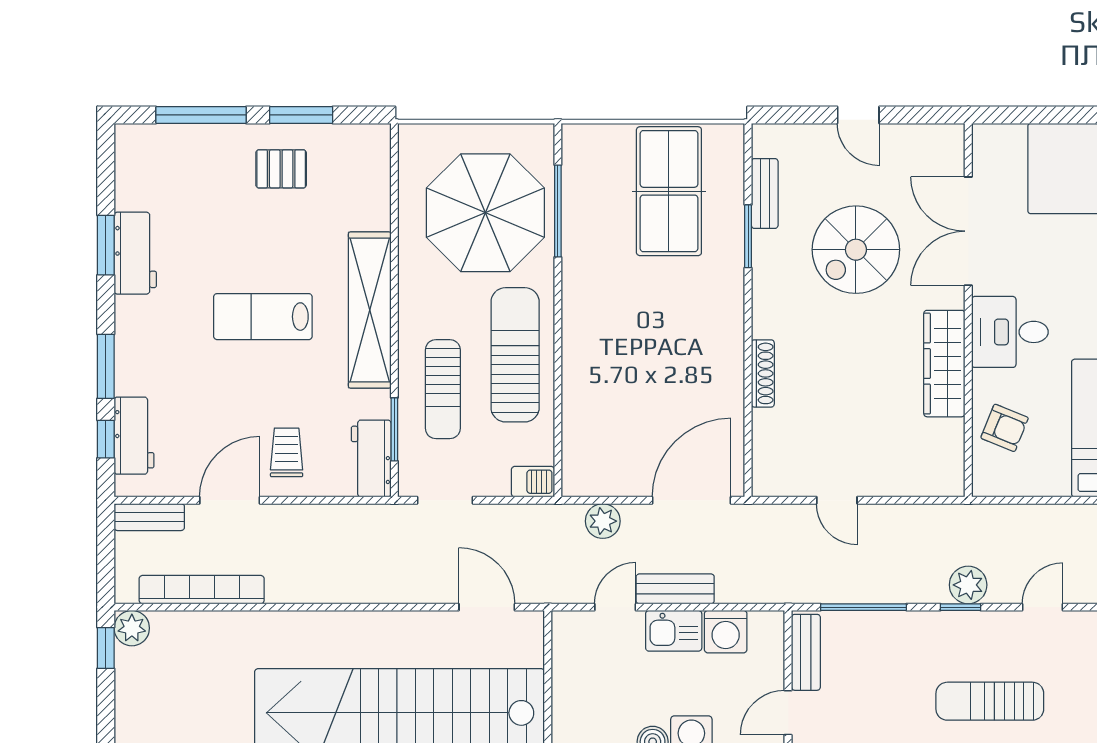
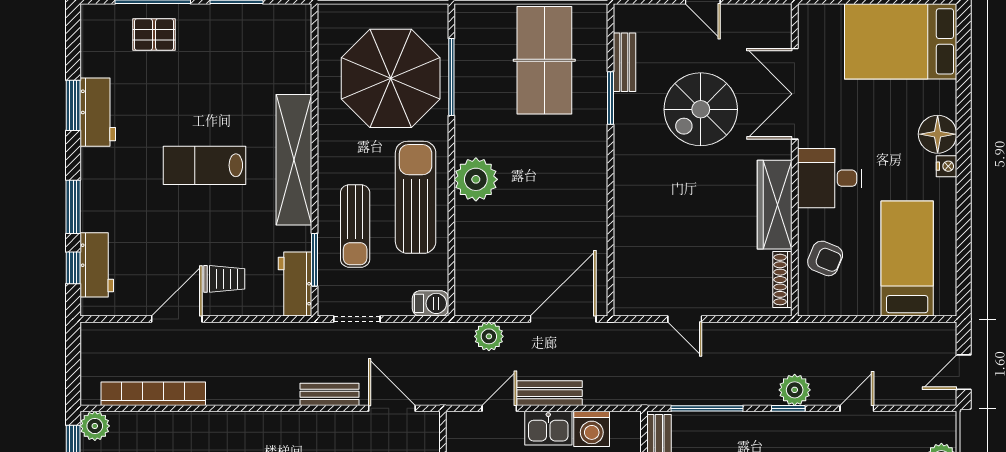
pallet: (281, 169) -> (154, 35), moved
plant: (587, 333) -> (476, 179), added
shoe rack: (763, 373) -> (782, 280), moved, turned 180
trolley: (287, 452) -> (224, 279), turned 90
bench: (149, 517) -> (330, 394), moved

